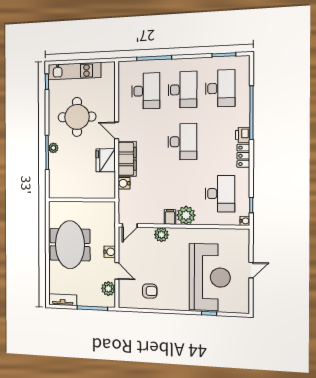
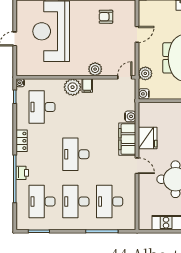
printer: (243, 135) -> (22, 173), moved
water cooler: (110, 252) -> (144, 94), moved
door: (117, 271) -> (137, 34), swing flipped
plant: (108, 289) -> (145, 73), moved

